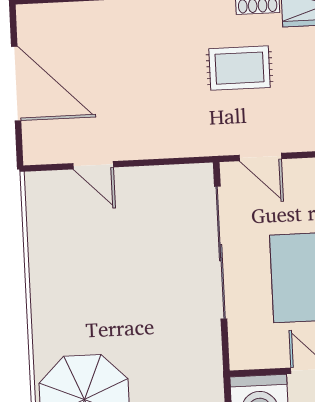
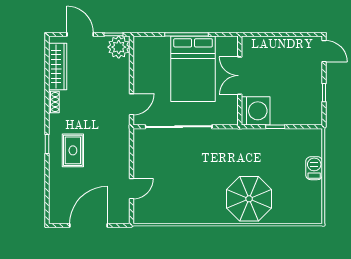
rug: (240, 68) -> (73, 150), moved

